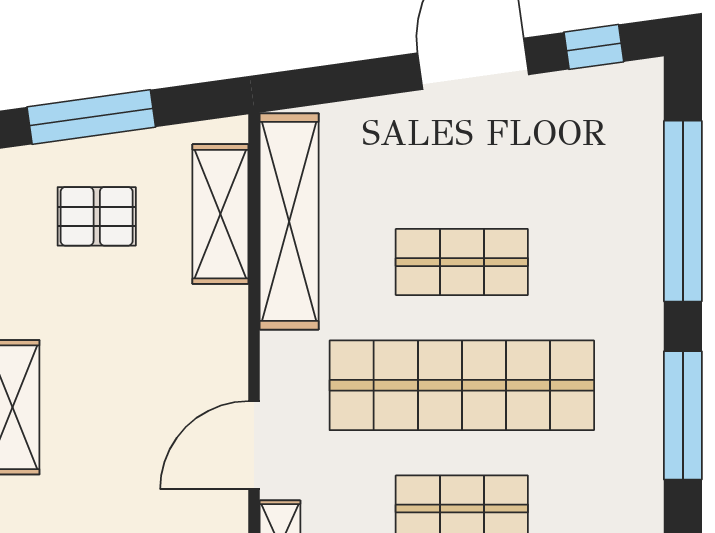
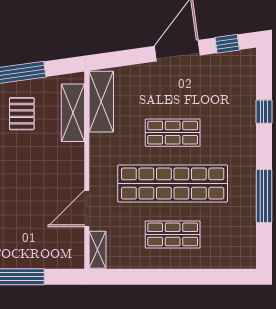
window: (683, 211) -> (264, 112), width x0.32
pallet: (97, 216) -> (22, 114), turned 90
shelving: (289, 221) -> (101, 102), width x0.68

